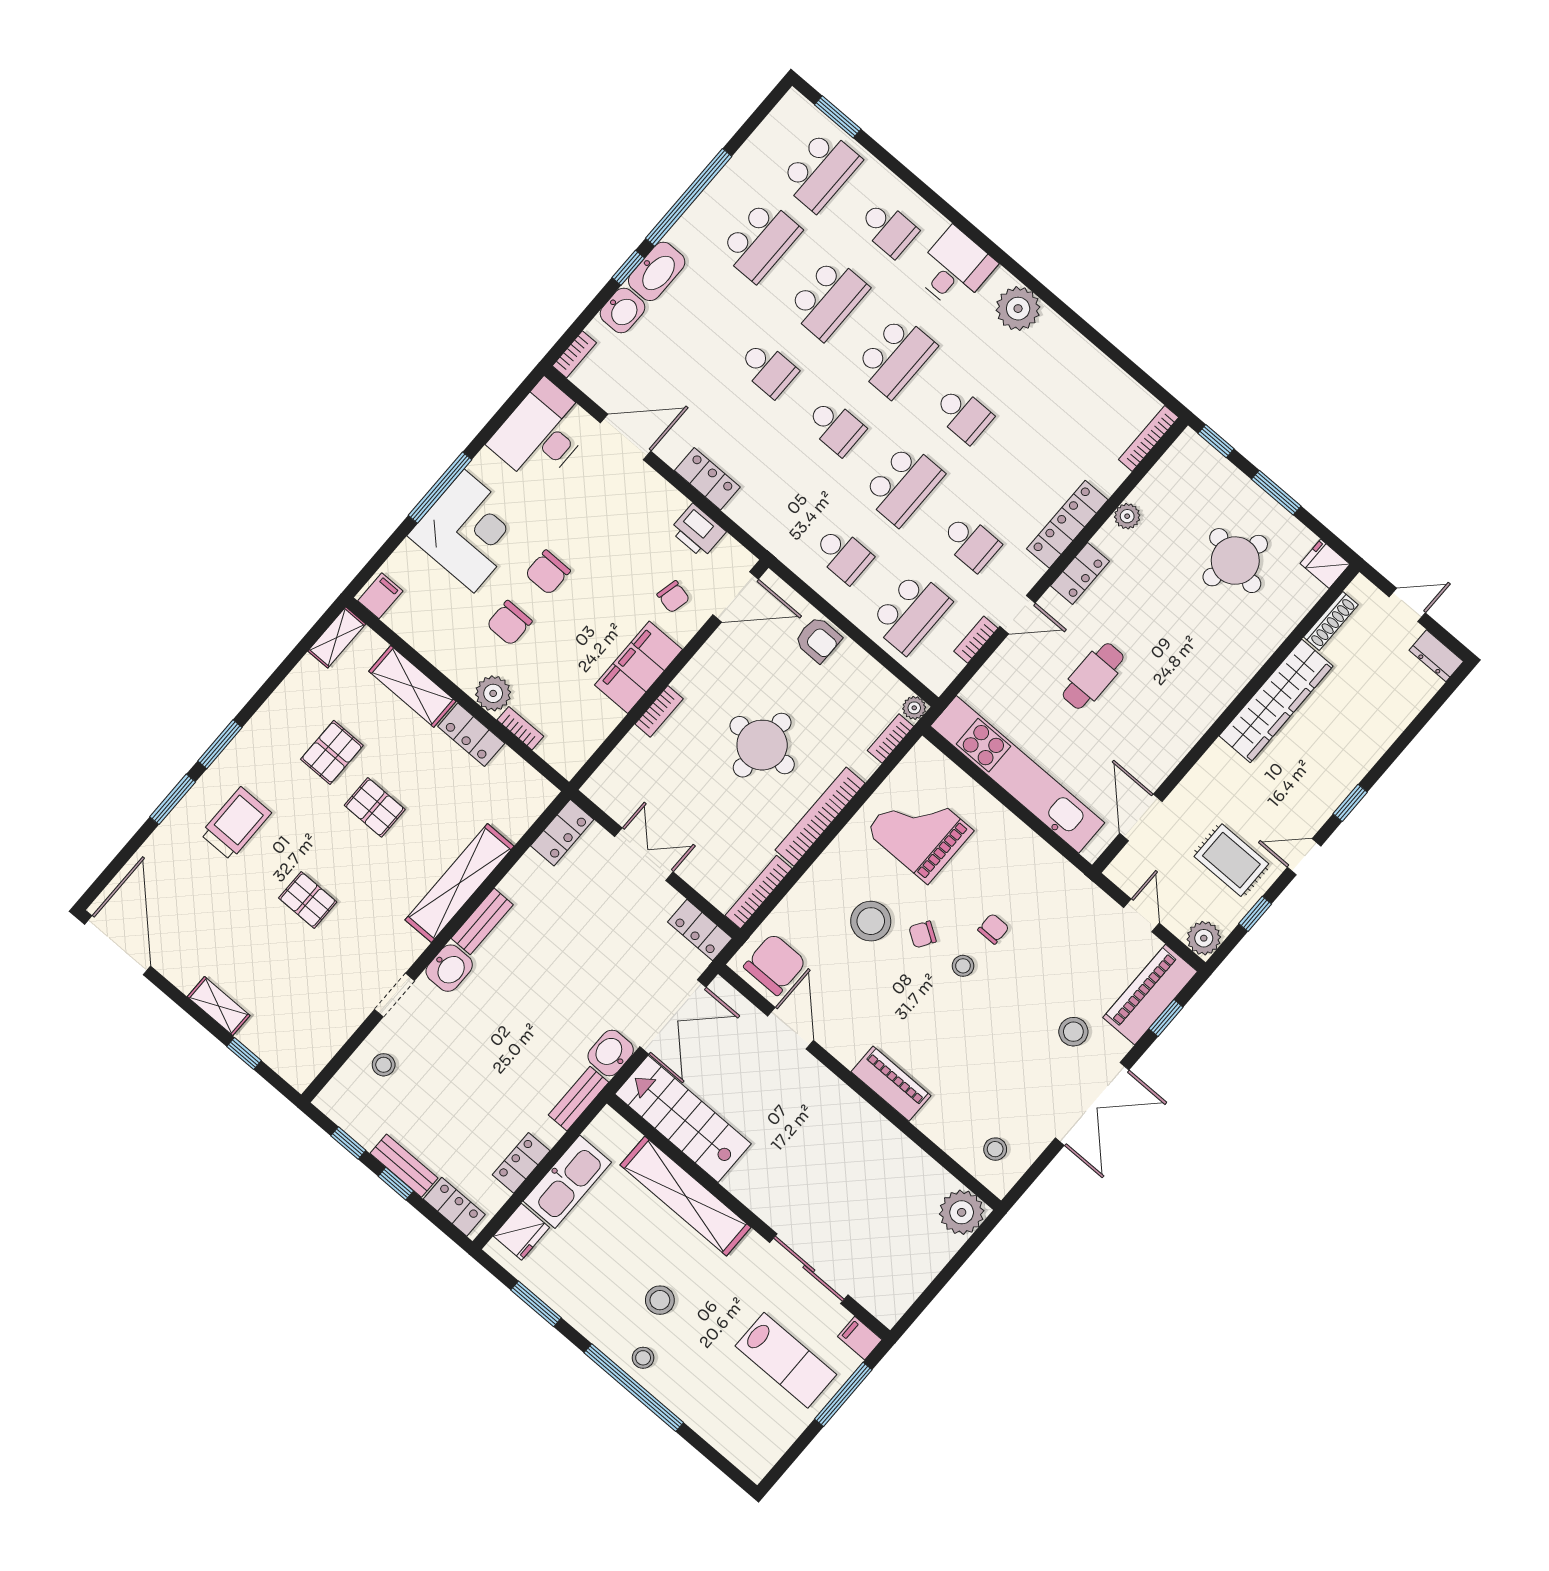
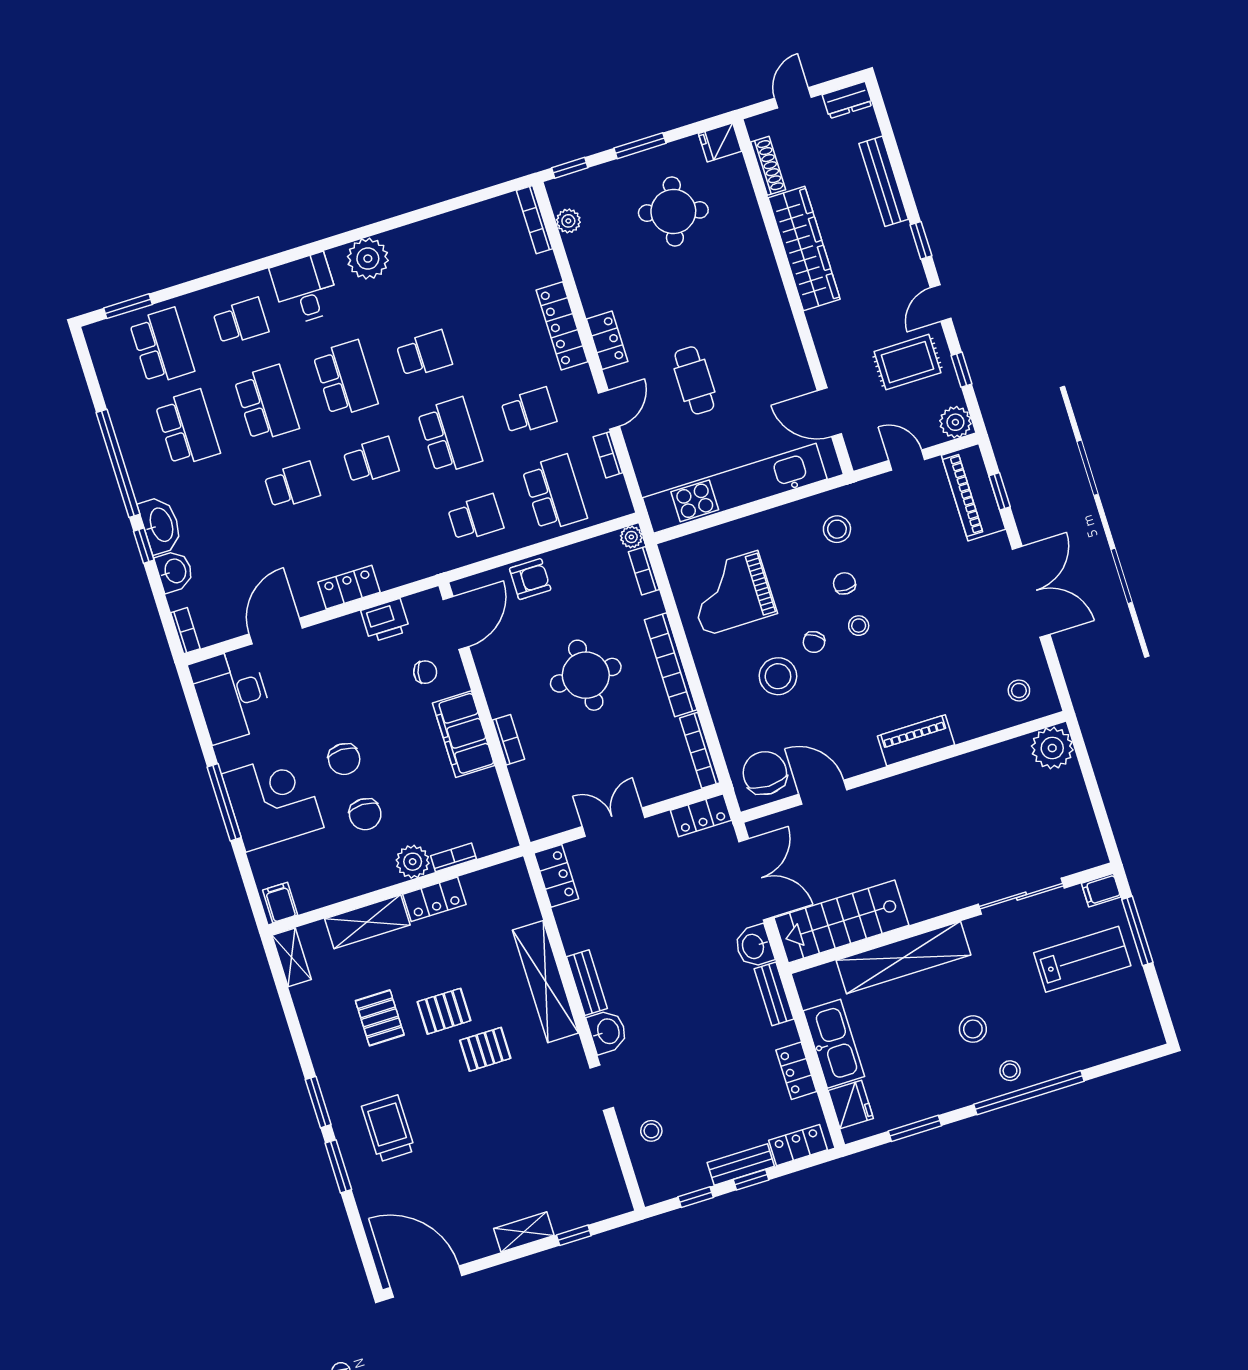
plant: (1127, 516) -> (568, 221), moved
bench: (1383, 735) -> (884, 181), added
pallet: (308, 900) -> (485, 1049), moved
stool: (1073, 1032) -> (837, 529), moved

